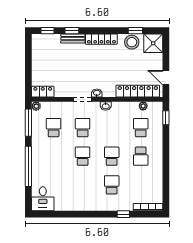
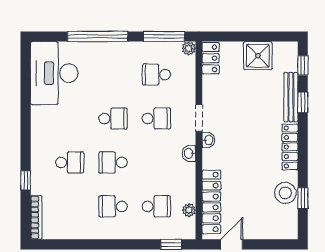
bench: (73, 39) -> (291, 97), width x1.36
shower: (153, 43) -> (258, 56), moved
school desk: (54, 128) -> (156, 75), turned 180
school desk: (112, 156) -> (113, 162), turned 180
desk: (43, 199) -> (54, 73), width x1.87, depth x1.30

